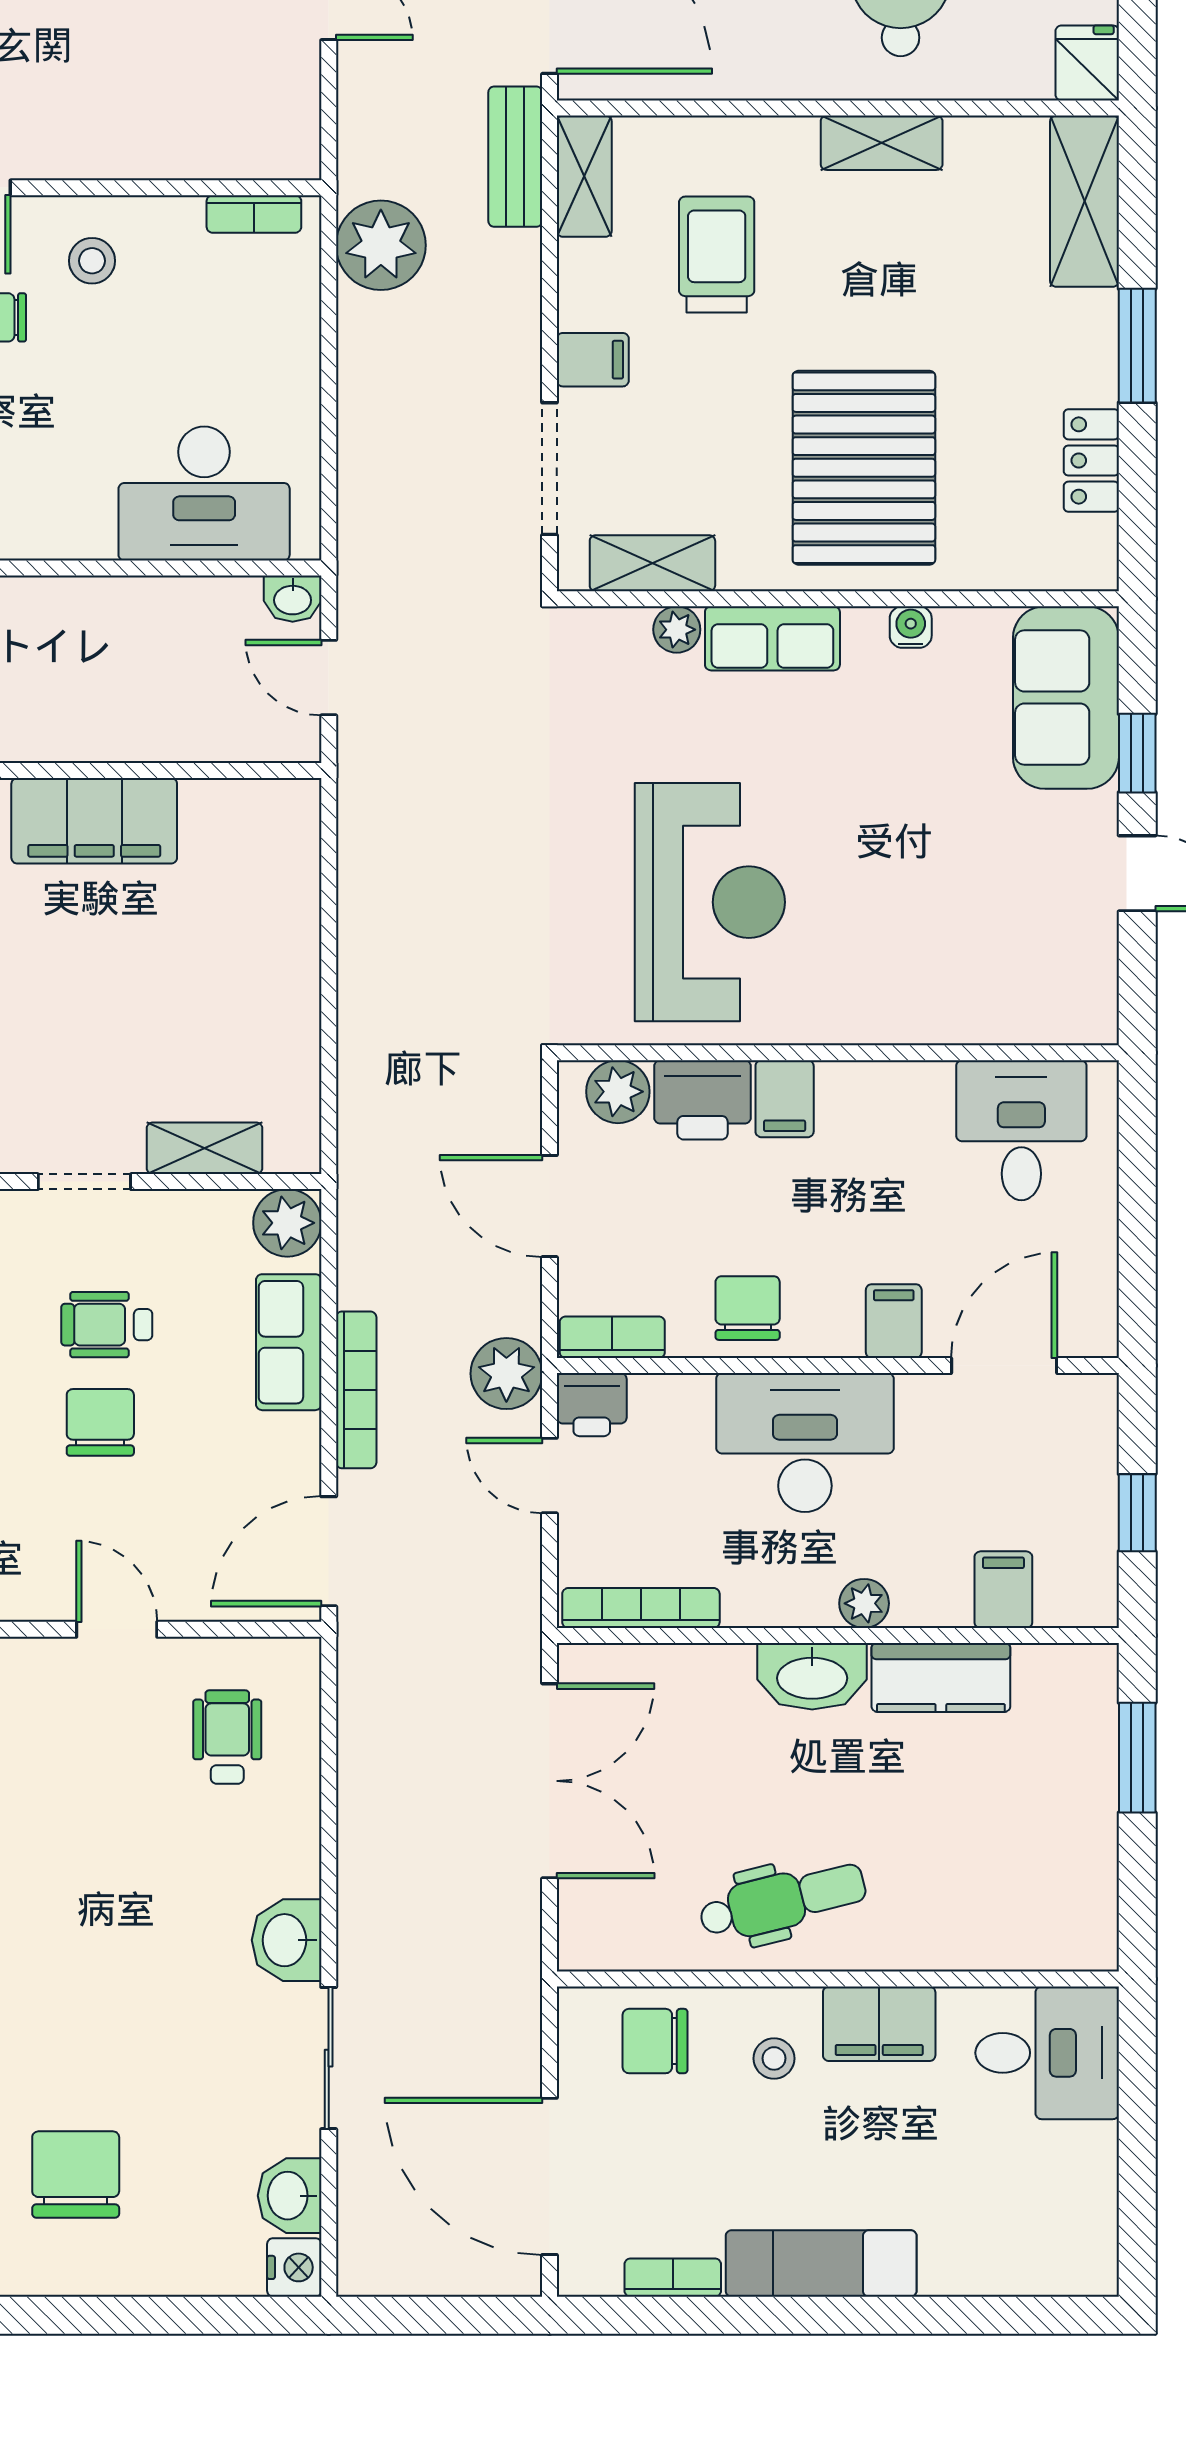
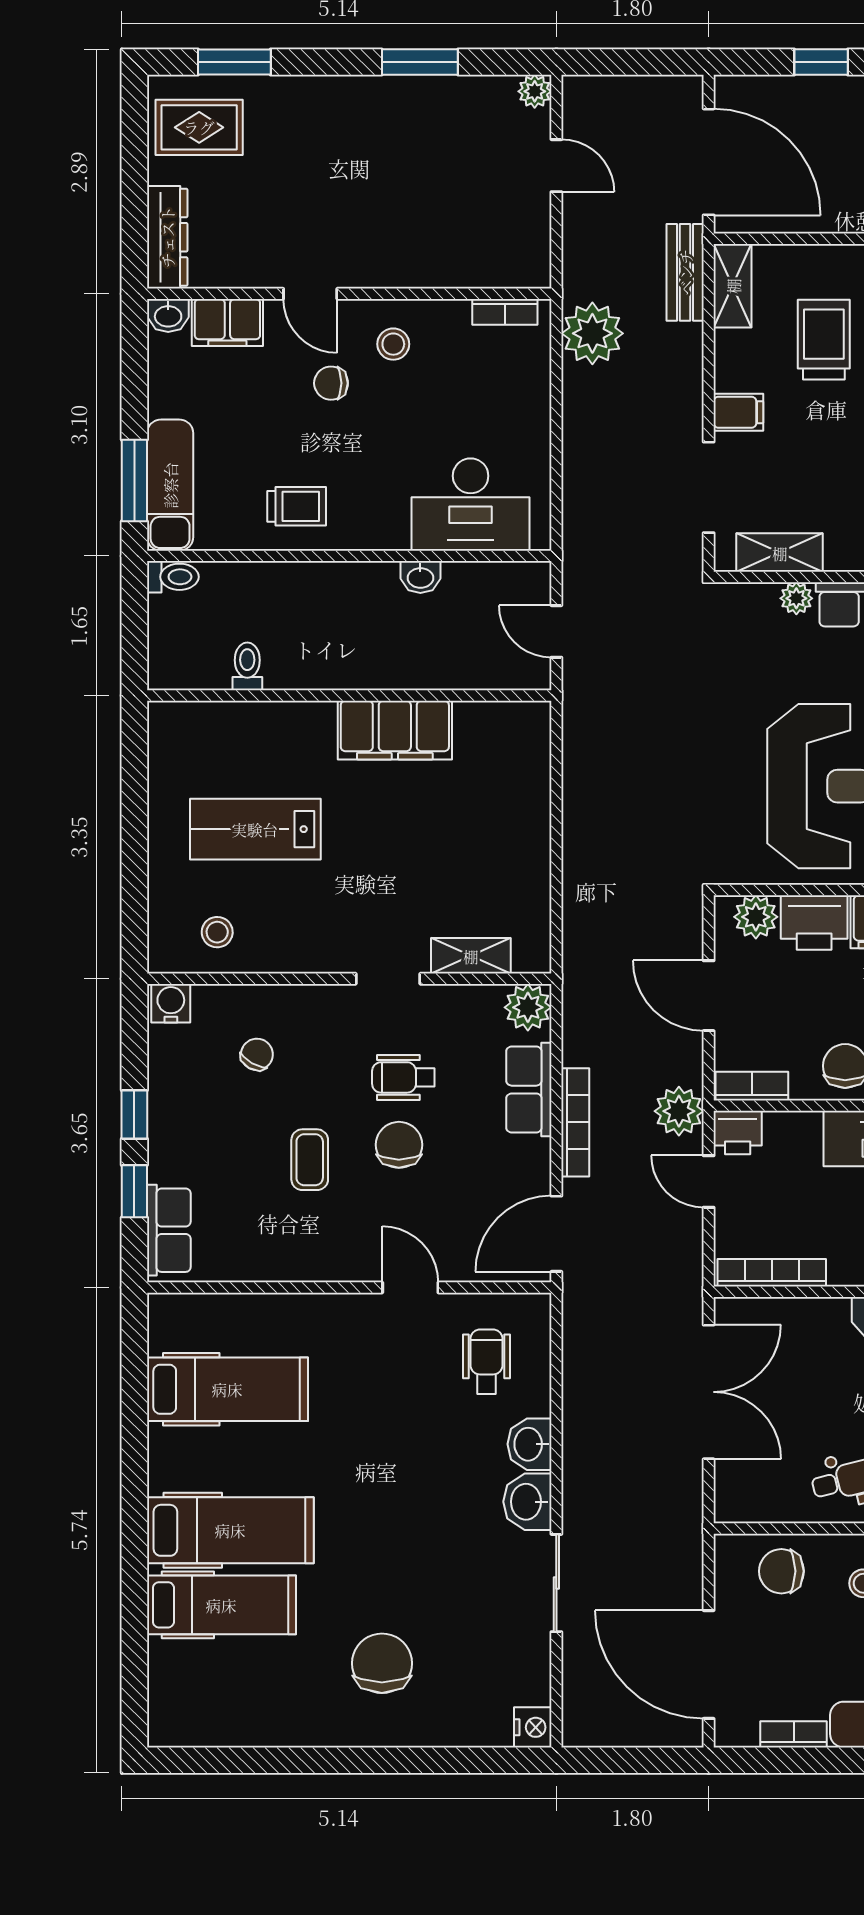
washbasin: (293, 599) -> (420, 577), moved
washbasin: (290, 2196) -> (529, 1444), moved

